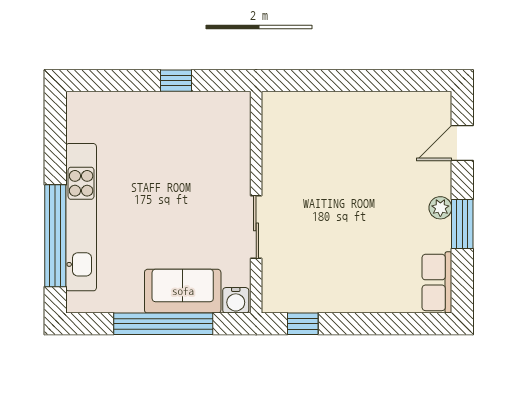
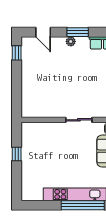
window: (414, 81) -> (17, 53), added

